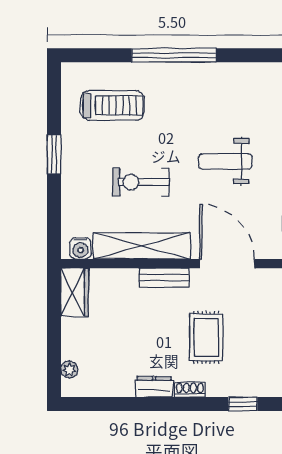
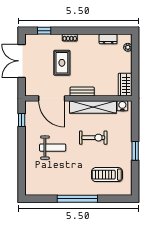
dresser: (154, 387) -> (108, 39), moved

